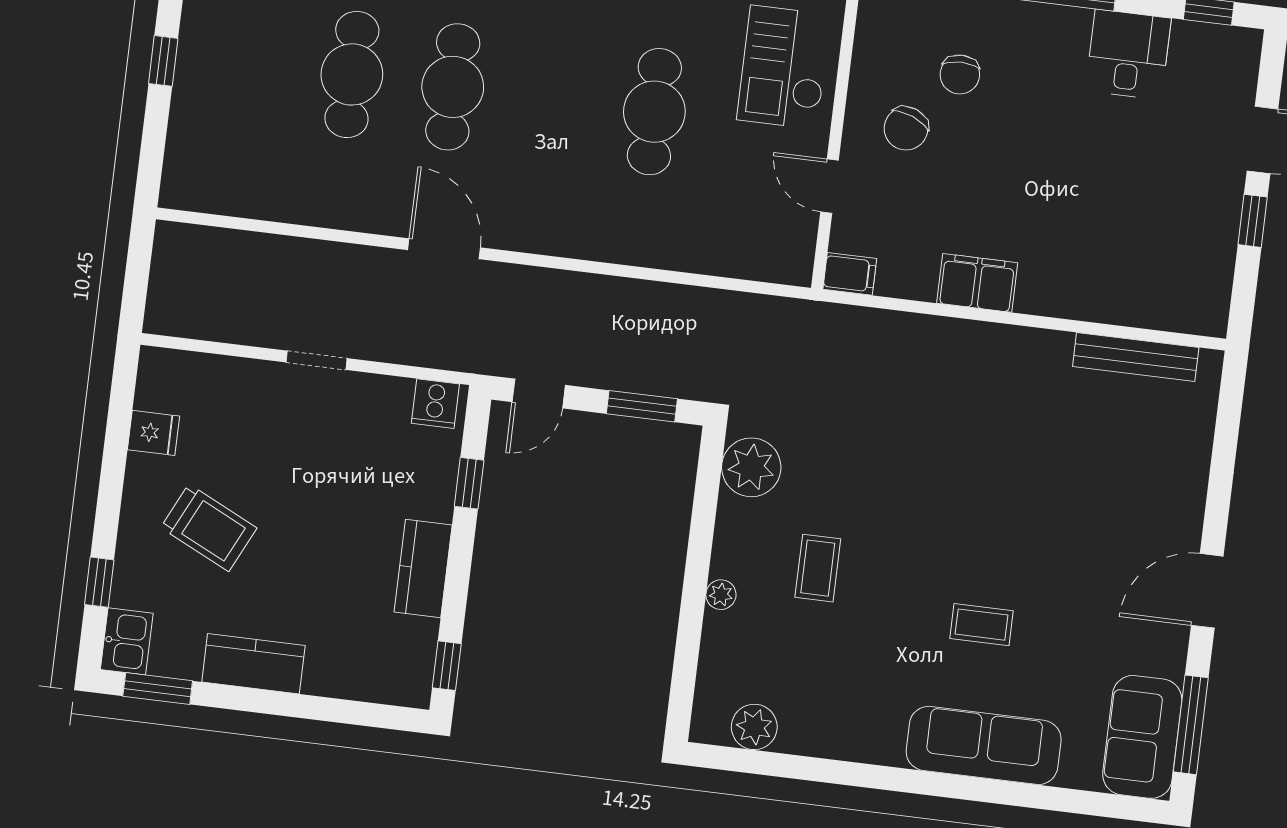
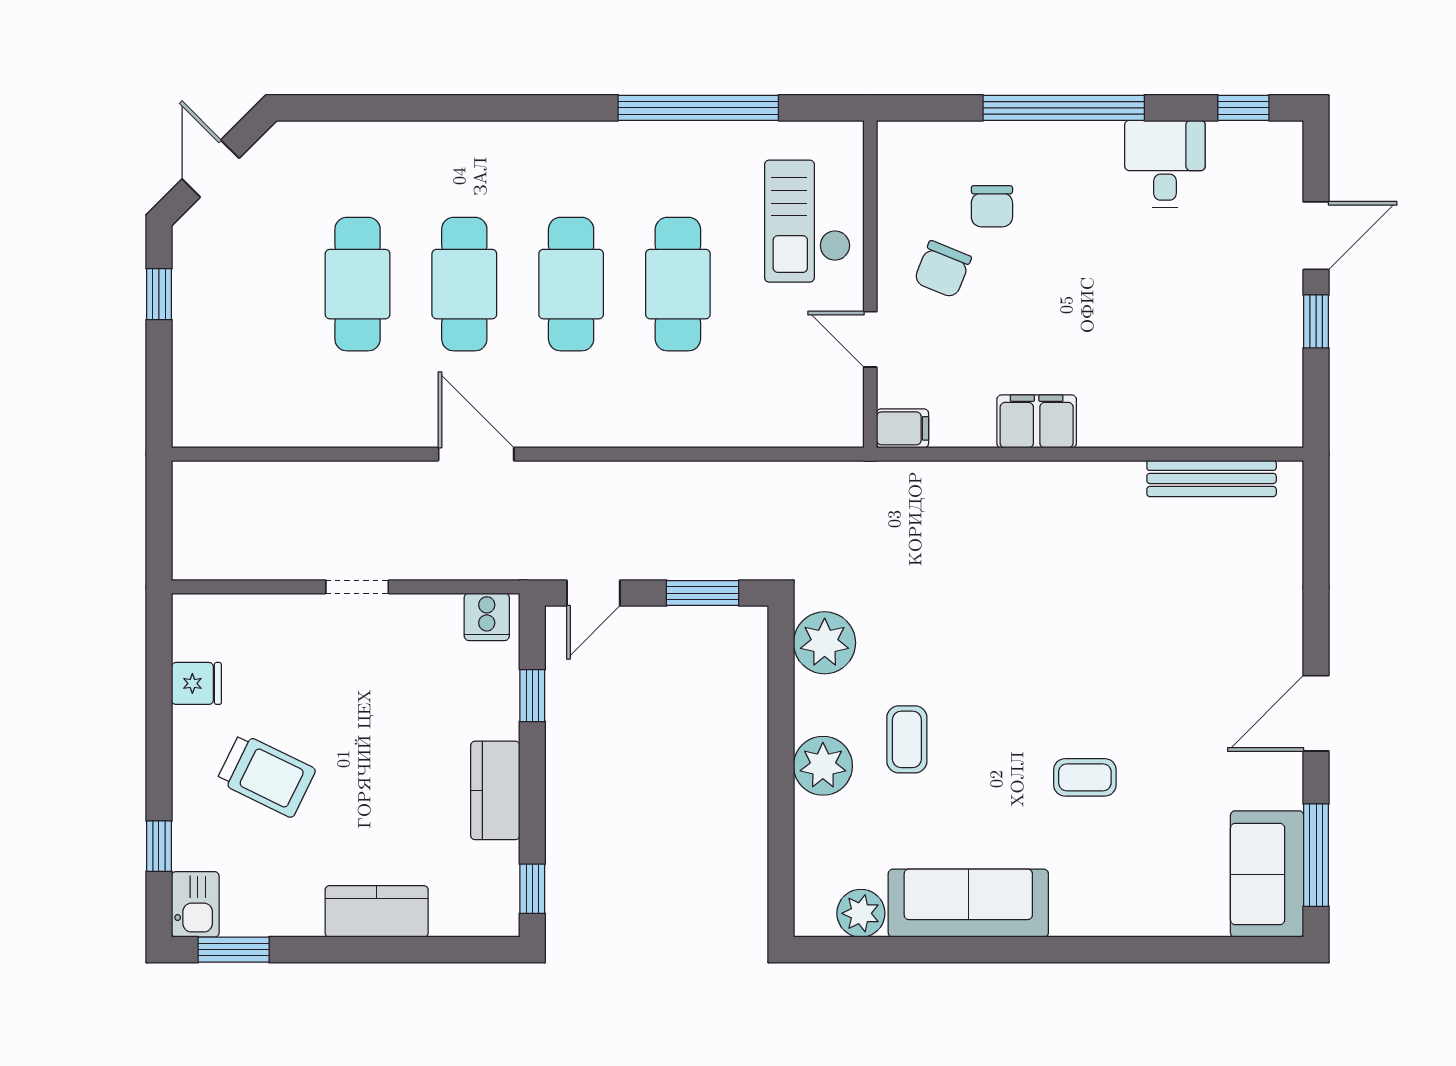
cafe table: (554, 99) -> (571, 284), added
plant: (721, 595) -> (823, 766), width x1.88, depth x1.88
kitchen counter: (253, 664) -> (377, 911), moved
sofa: (984, 745) -> (968, 903), moved

